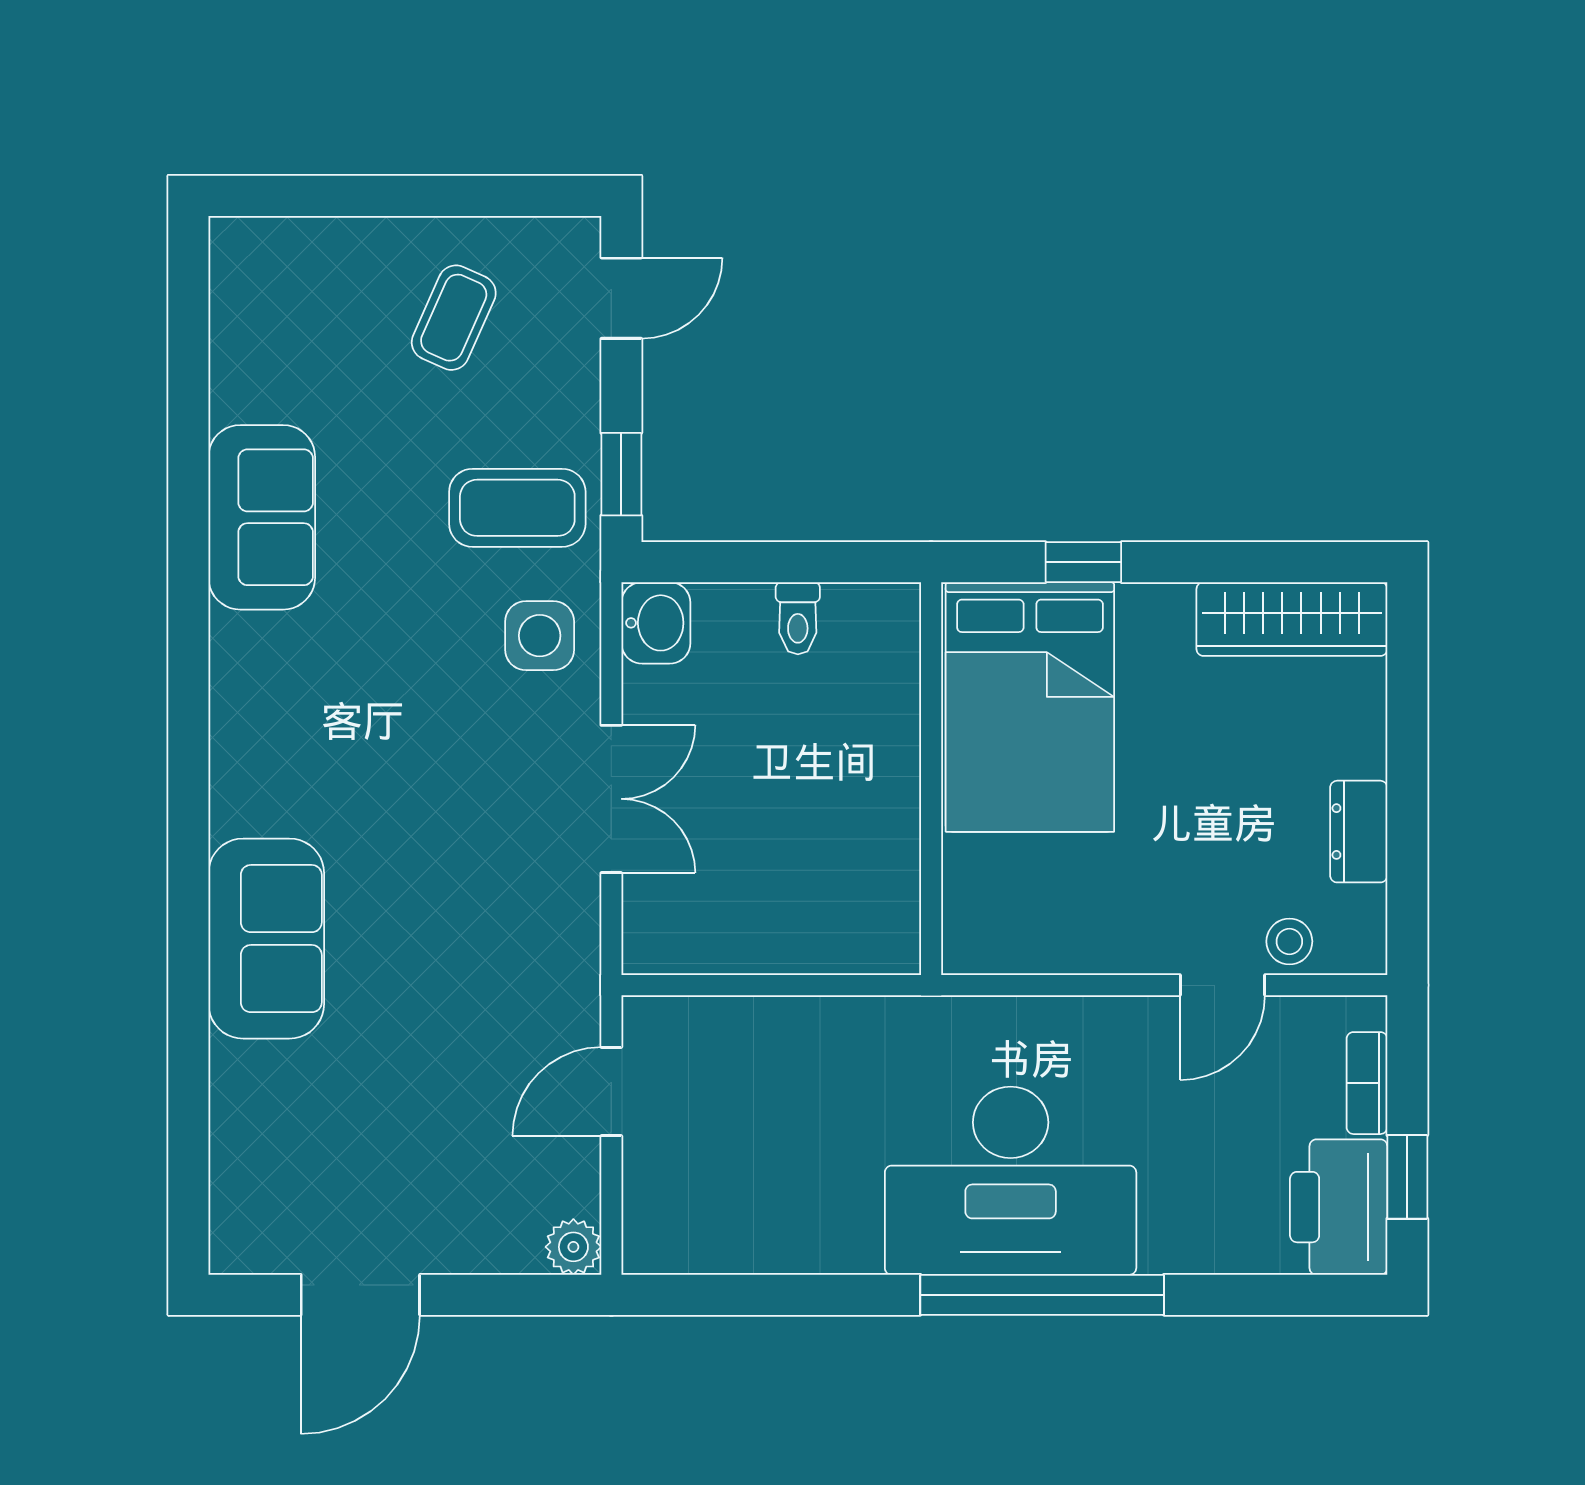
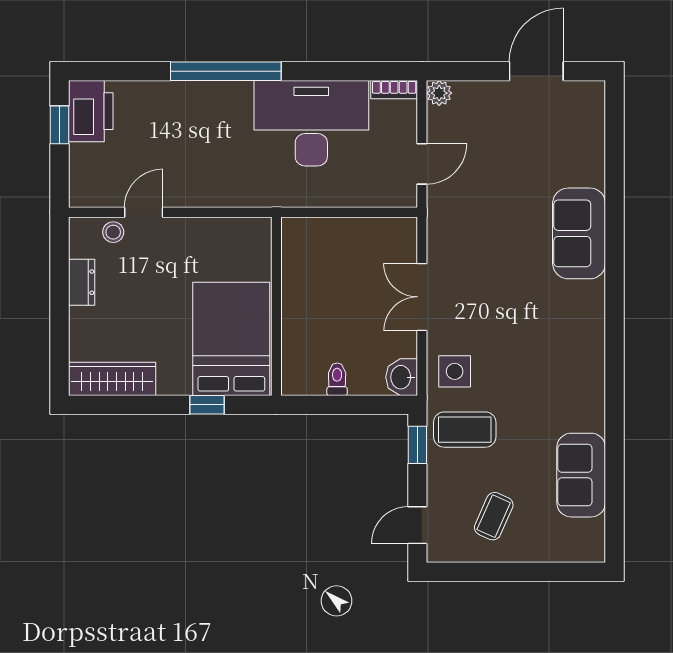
sofa: (262, 517) -> (581, 475), moved
bookcase: (1367, 1083) -> (394, 90), moved, turned 90
desk: (1011, 1181) -> (311, 123), moved

